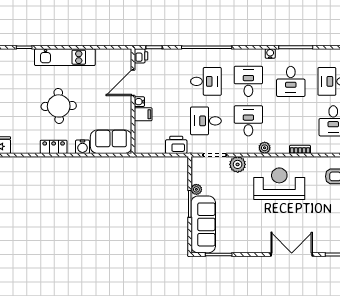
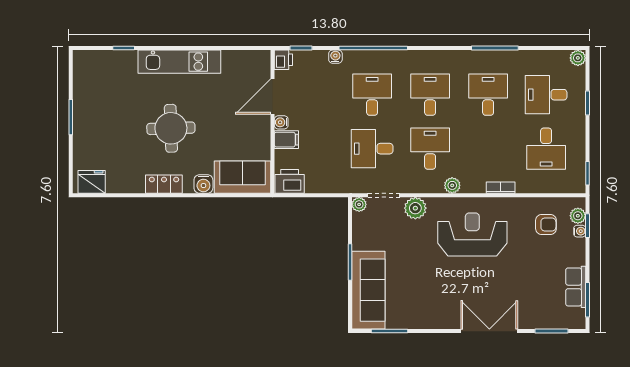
water cooler: (270, 54) -> (335, 57), moved
desk: (206, 81) -> (372, 95), turned -90
desk: (291, 81) -> (488, 95), turned 180
printer: (176, 145) -> (290, 181), moved
plant: (196, 189) -> (359, 204), moved

